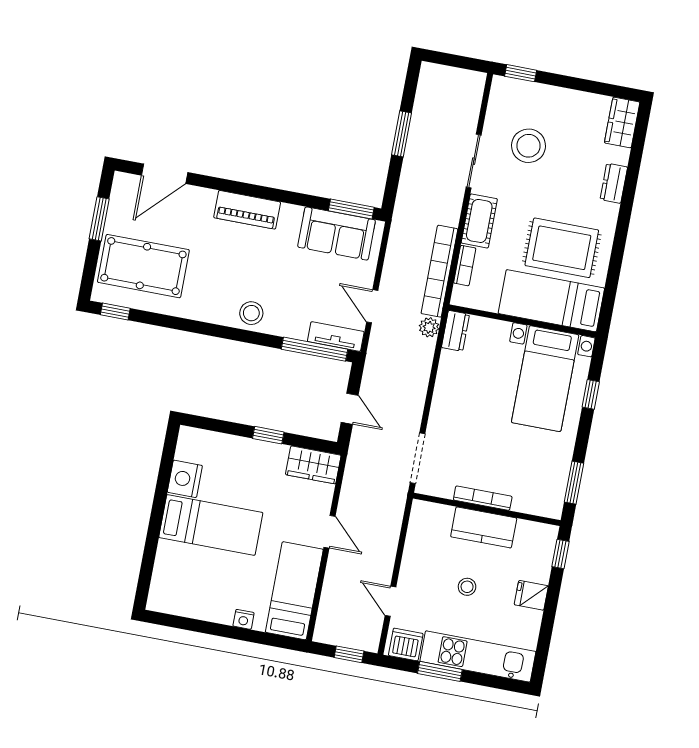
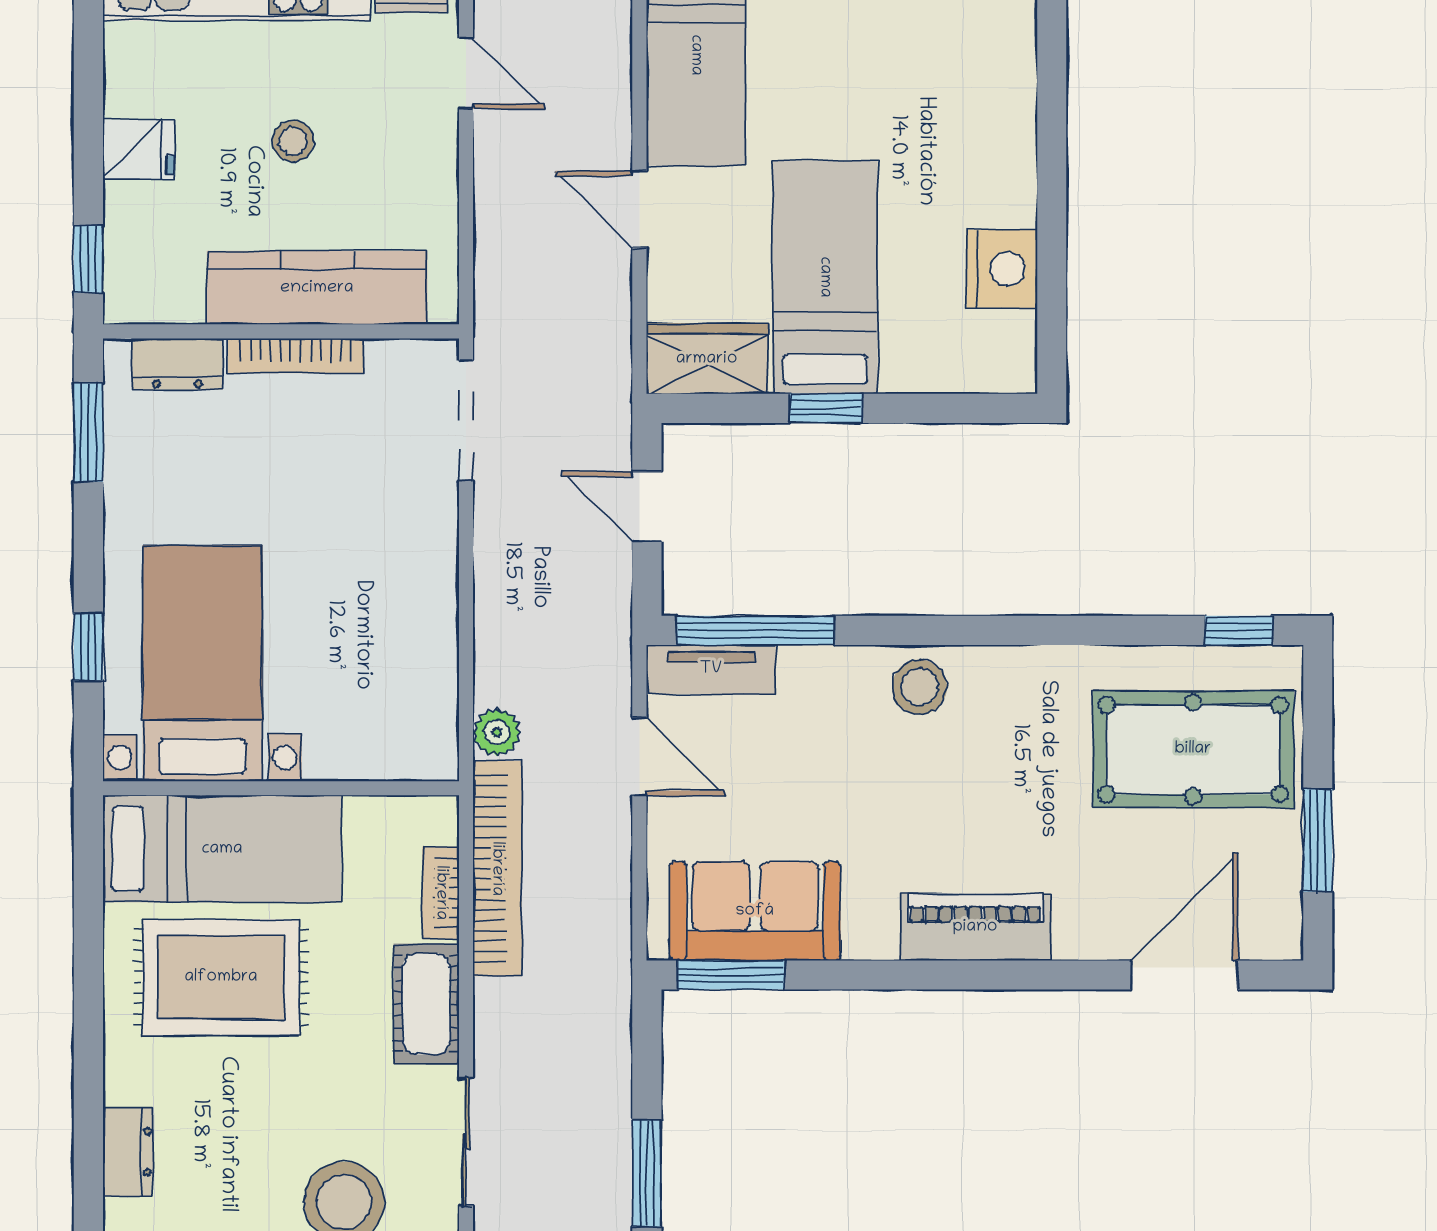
dresser: (455, 331) -> (177, 364), moved, turned -90
bed: (211, 525) -> (825, 277), moved, turned 90
kitchen counter: (484, 527) -> (317, 288), width x1.50

